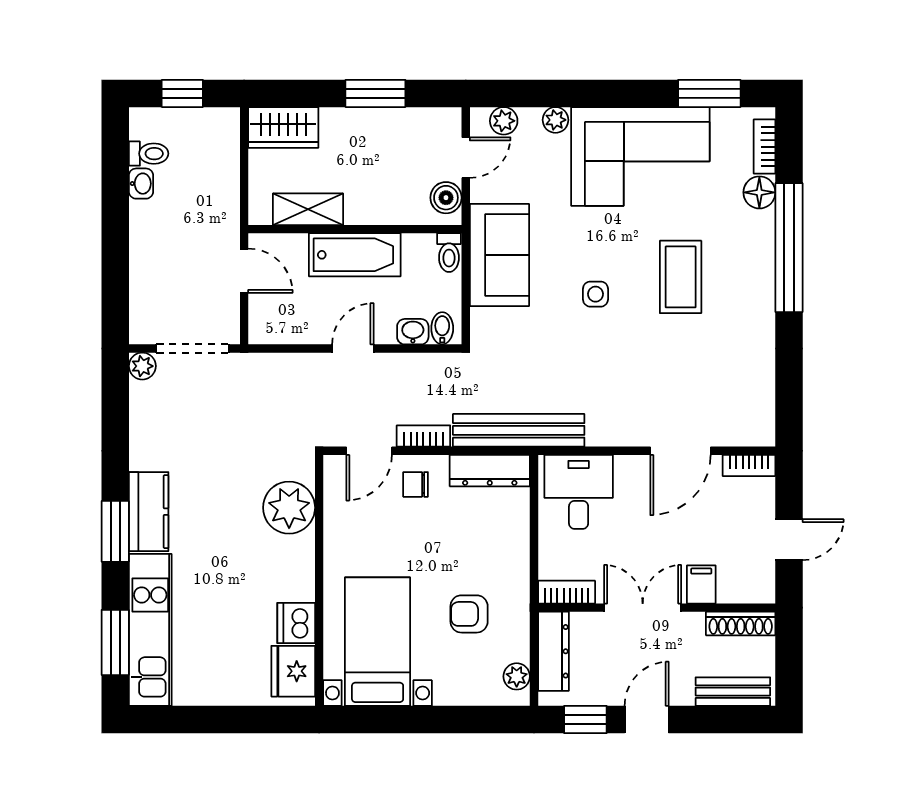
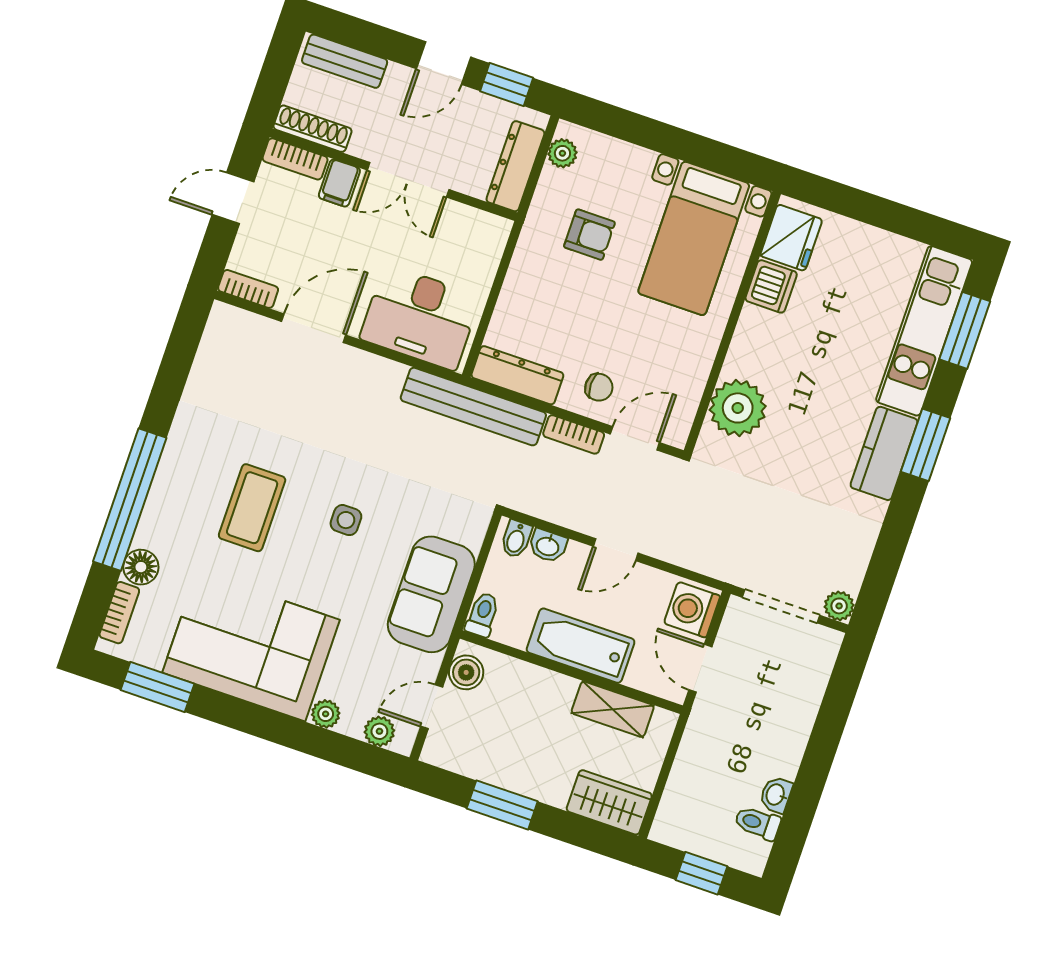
washing machine: (269, 319) -> (692, 610), added
desk: (579, 492) -> (420, 317), width x1.37
bookcase: (567, 592) -> (295, 159), moved

